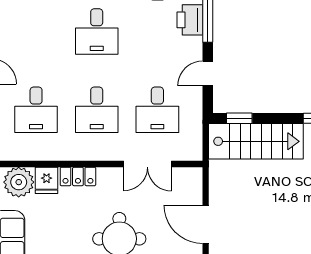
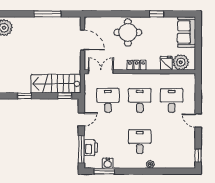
double door: (147, 164) -> (101, 72), moved
locker: (78, 176) -> (137, 65), moved

